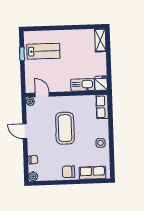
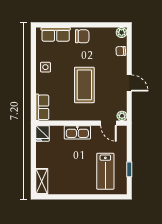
lab bench: (43, 51) -> (105, 171), turned -90
kitchen sink: (83, 85) -> (77, 132), moved

